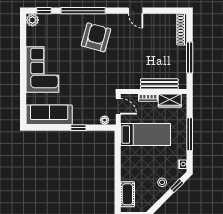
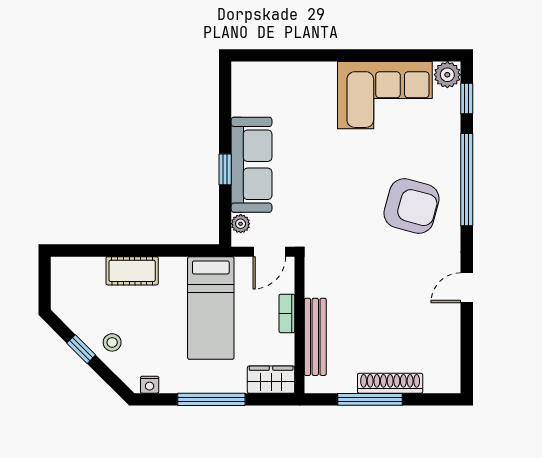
shoe rack: (182, 29) -> (390, 383), moved
corner sofa: (42, 70) -> (385, 95), moved
wardrobe: (170, 101) -> (271, 380), moved, turned 90
sofa: (49, 115) -> (252, 165), moved
window: (177, 186) -> (81, 349), moved
cot: (127, 194) -> (132, 271), moved

